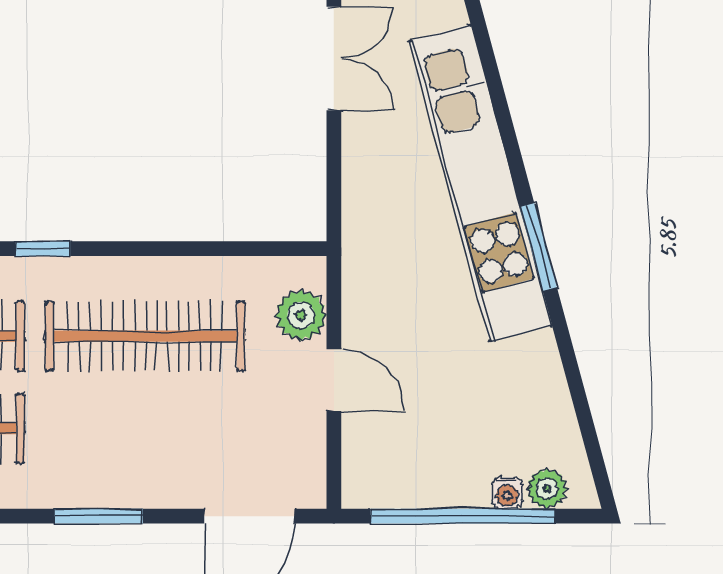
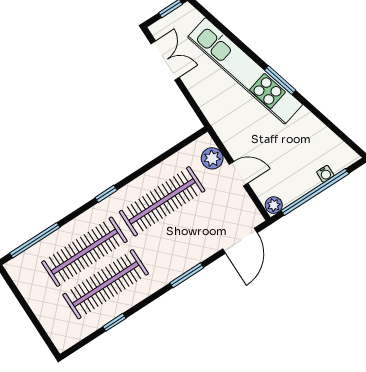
plant: (547, 489) -> (274, 205), moved

